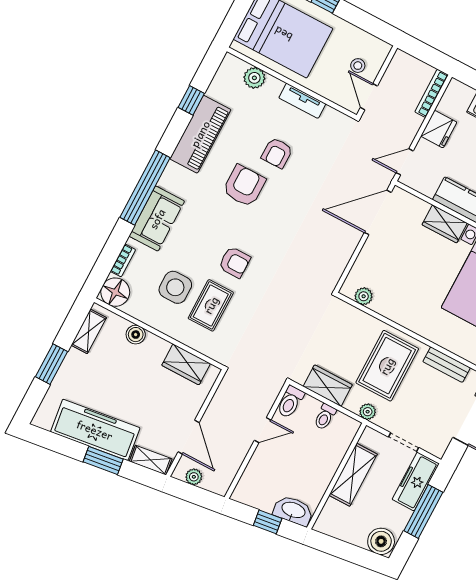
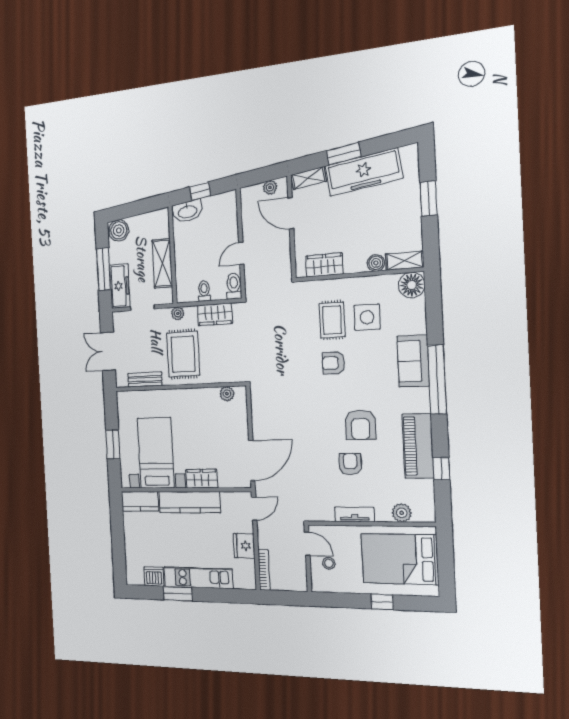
bookcase: (123, 260) -> (420, 313), removed
shelving: (89, 331) -> (405, 261), moved, turned 90

